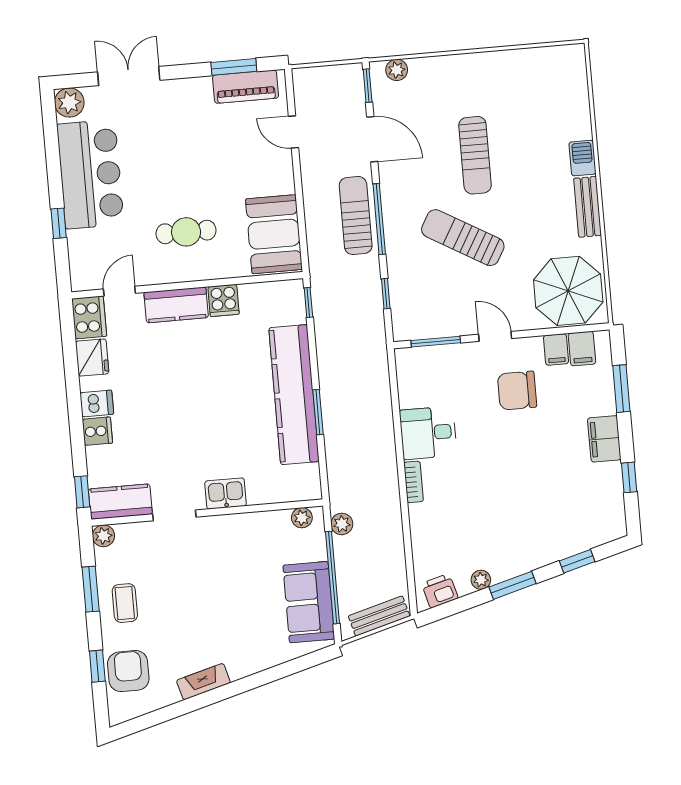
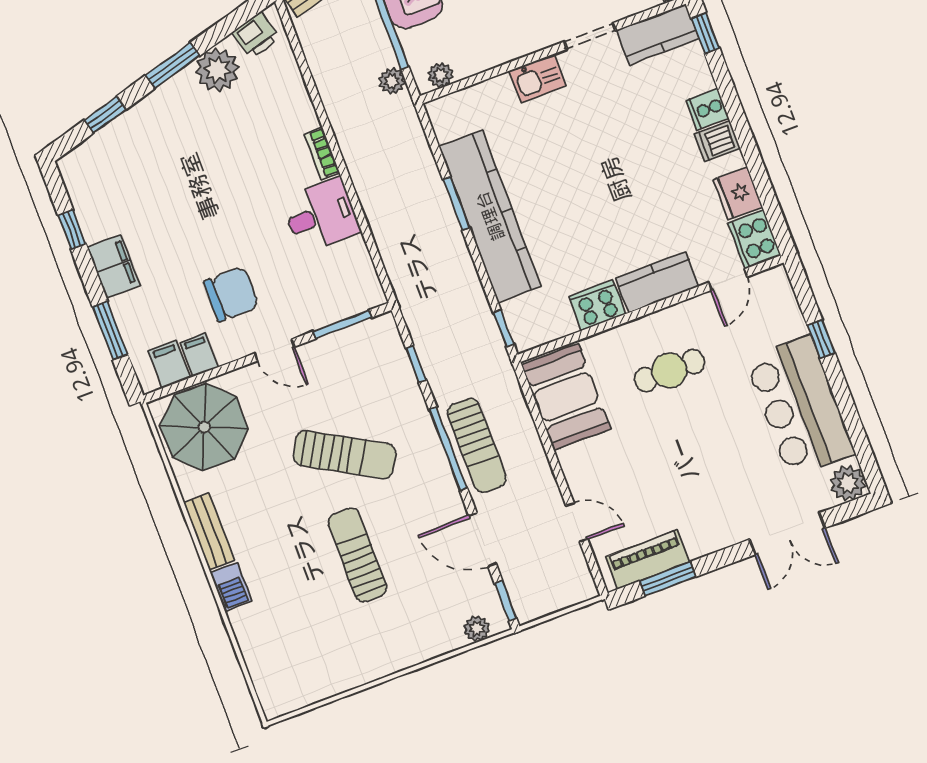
cooker: (223, 300) -> (597, 305), width x1.36
plant: (481, 580) -> (217, 70), width x1.88, depth x1.88

